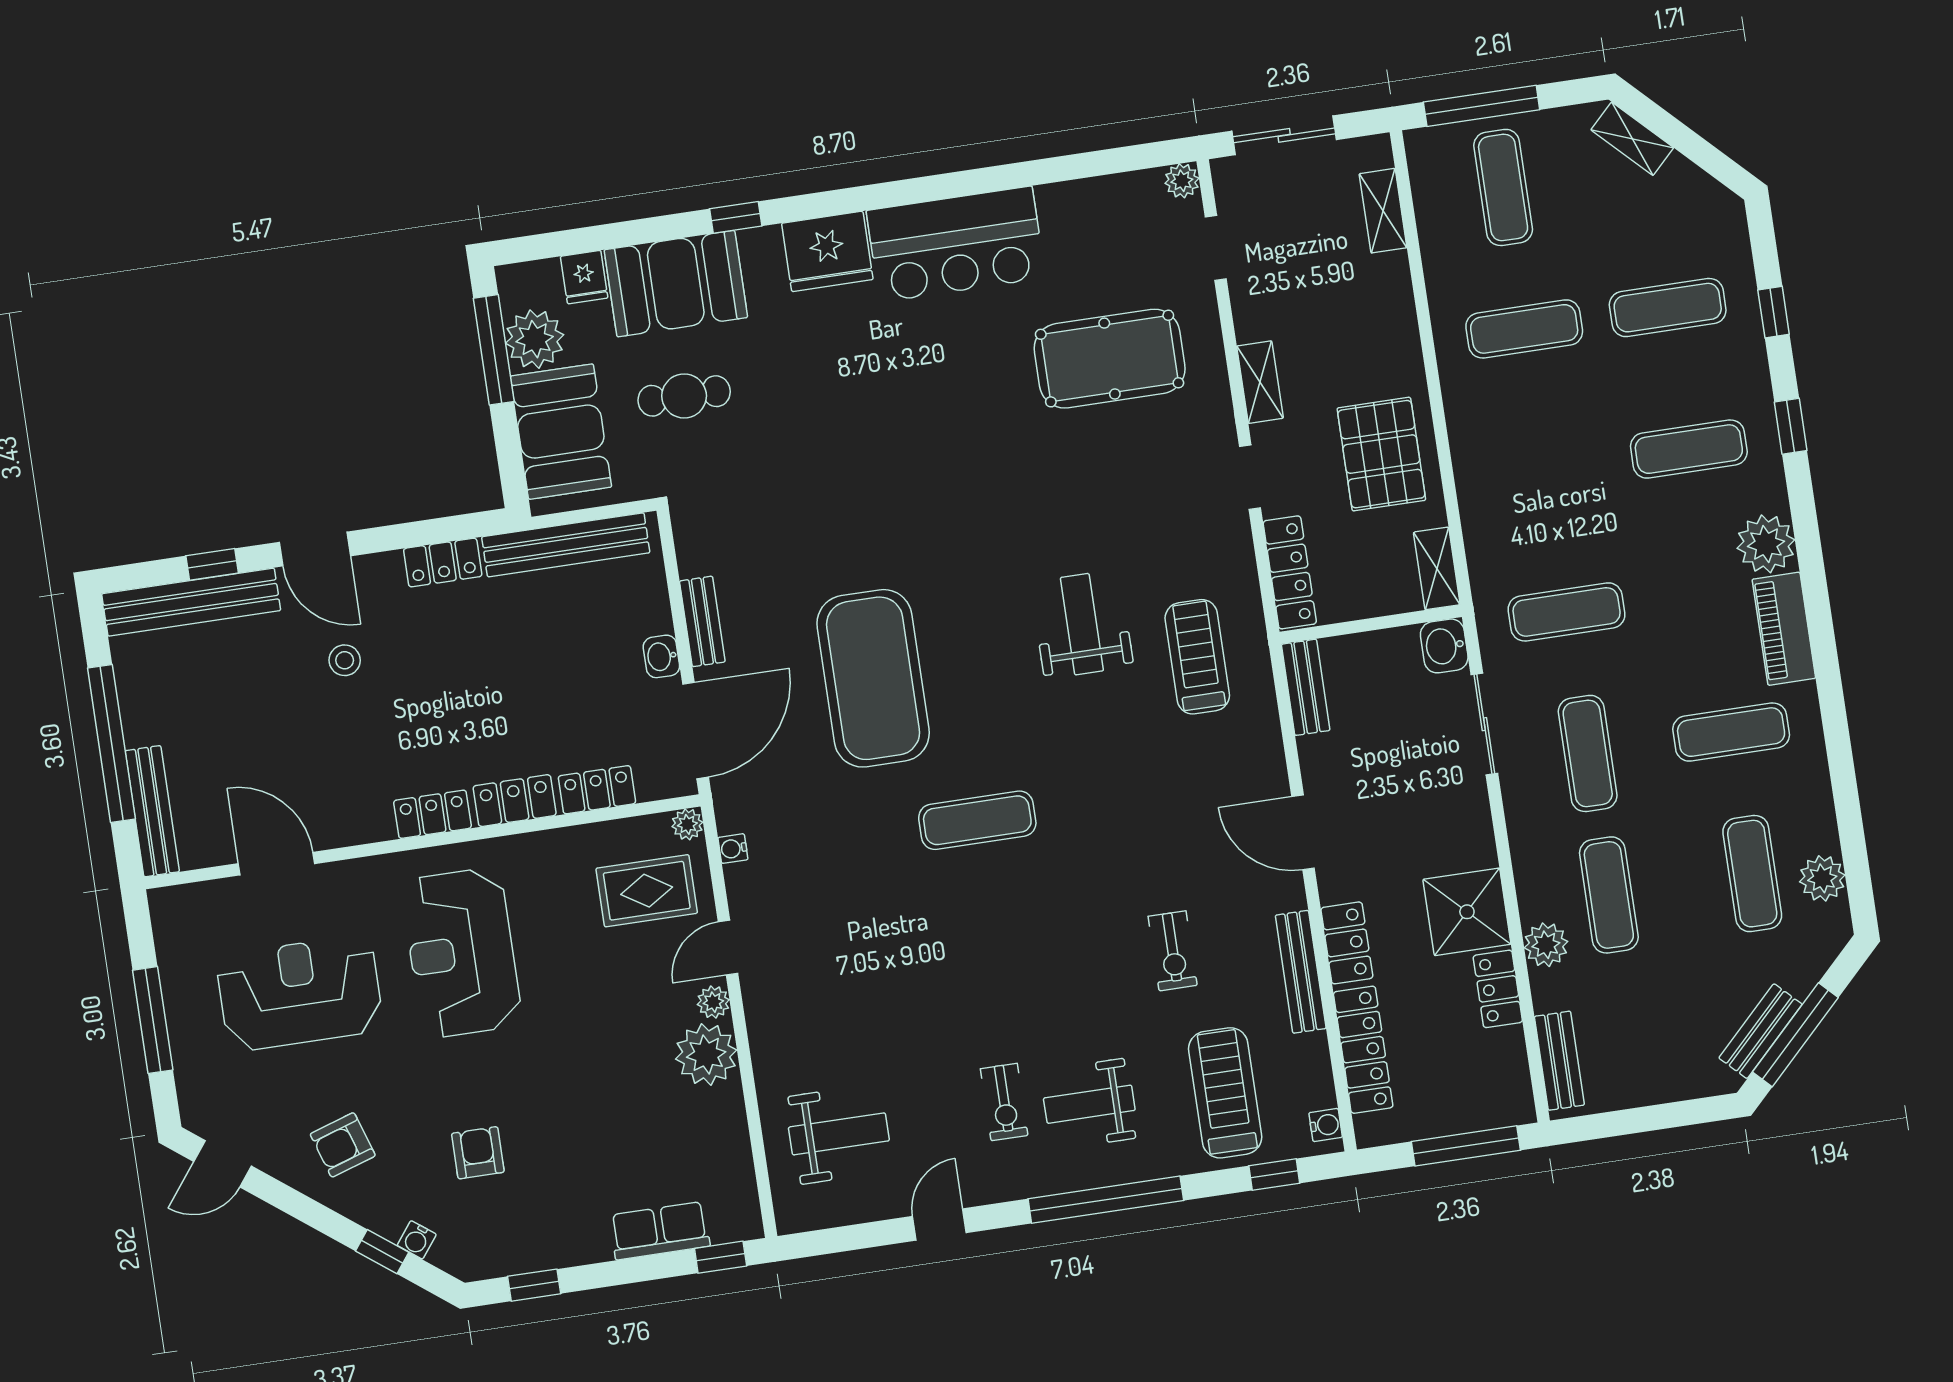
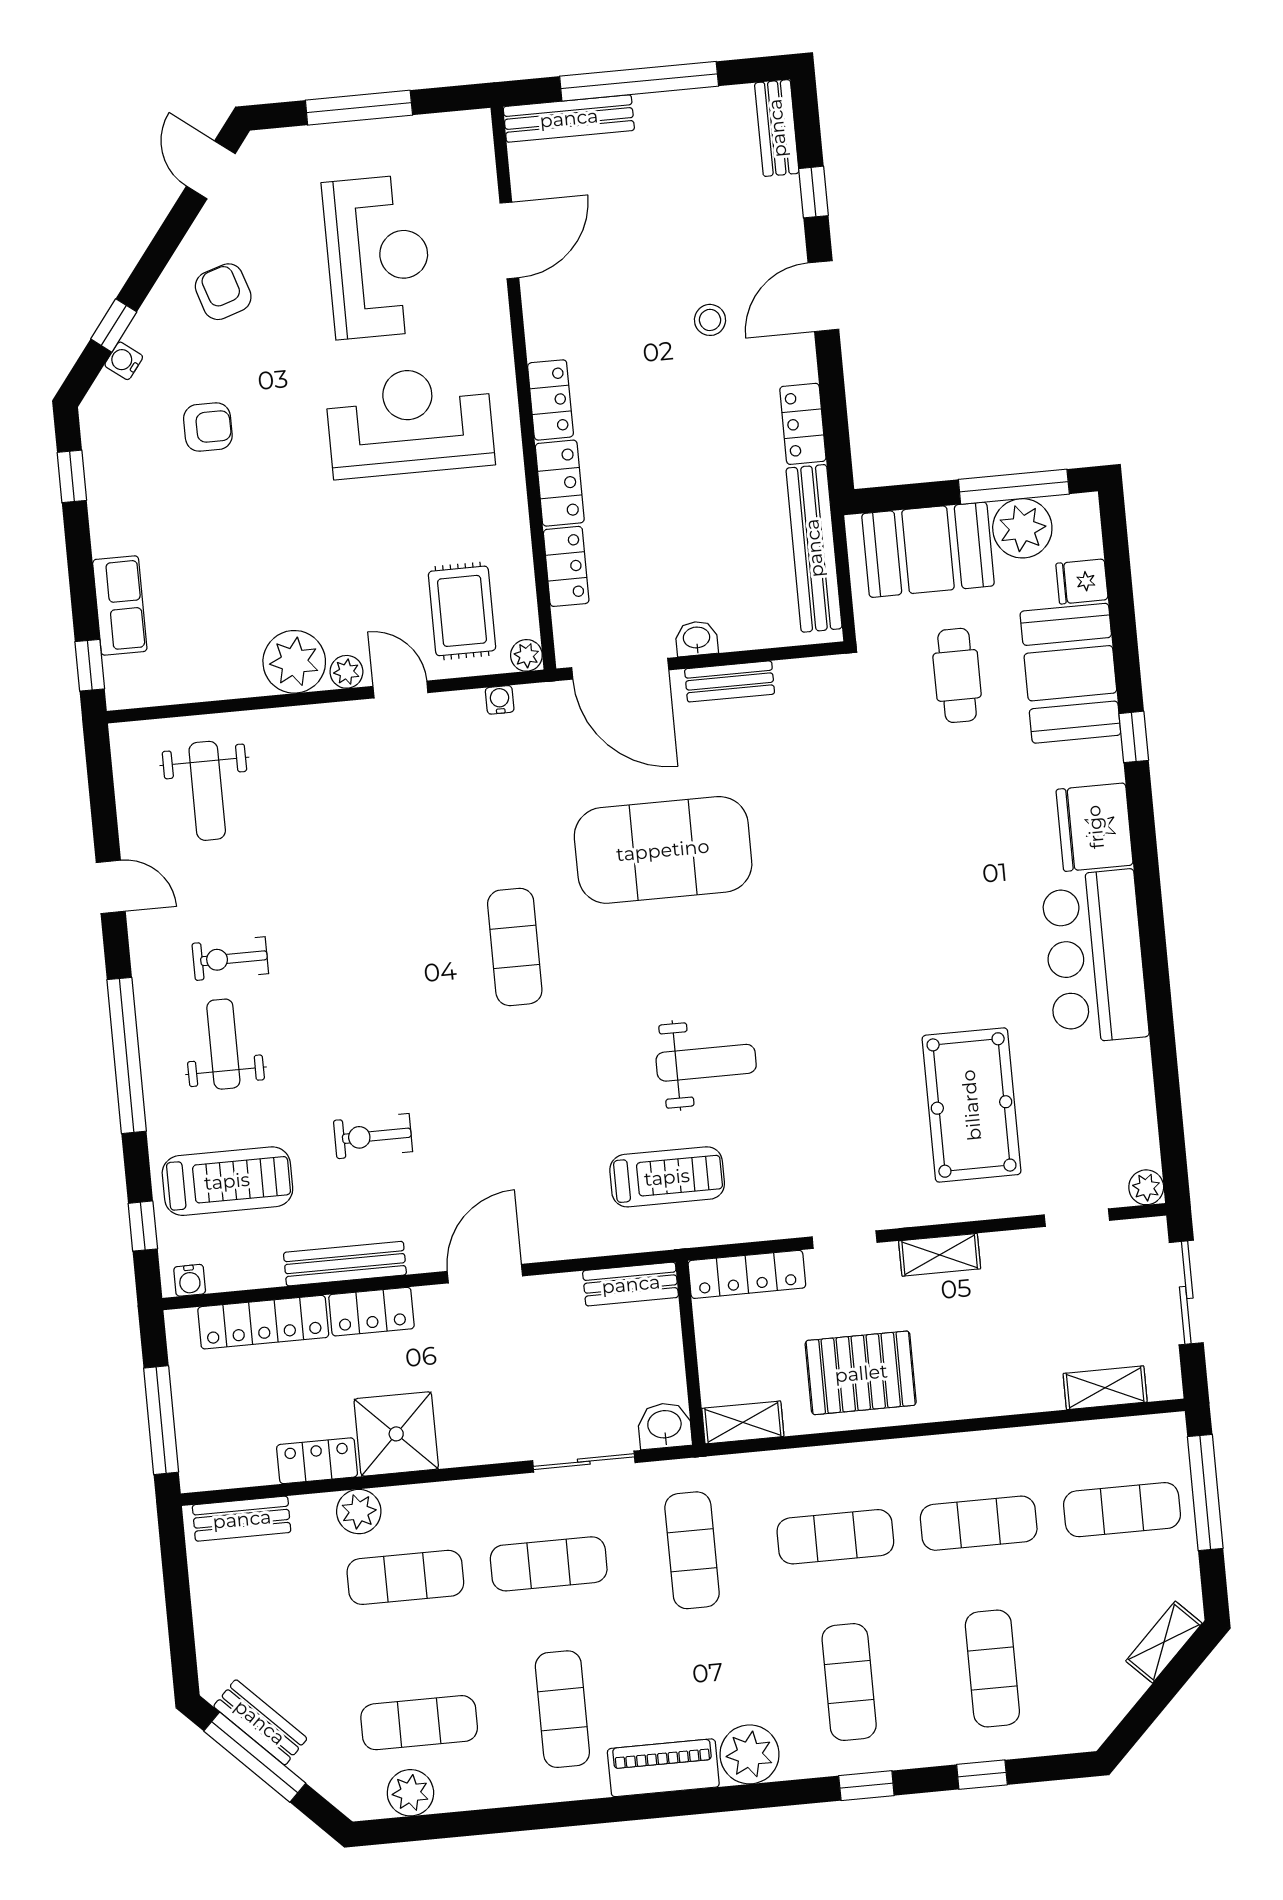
exercise mat: (1524, 329) -> (979, 1523), turned 90
exercise mat: (1545, 470) -> (835, 1537), added
bench: (191, 602) -> (777, 128), width x0.54, depth x0.82

